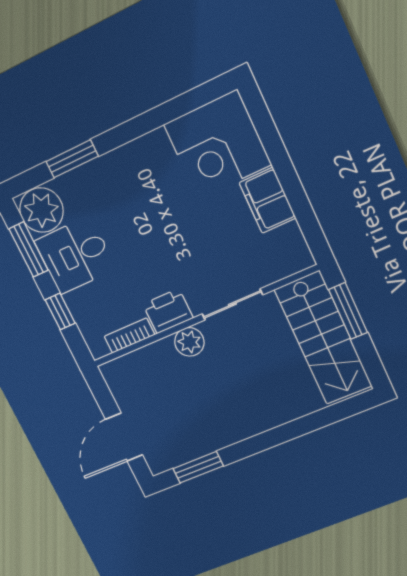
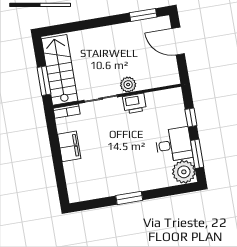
corner desk: (218, 145) -> (86, 180), removed
window: (72, 159) -> (129, 198), moved
bookcase: (130, 336) -> (67, 111), moved
door: (124, 437) -> (178, 41), swing flipped

